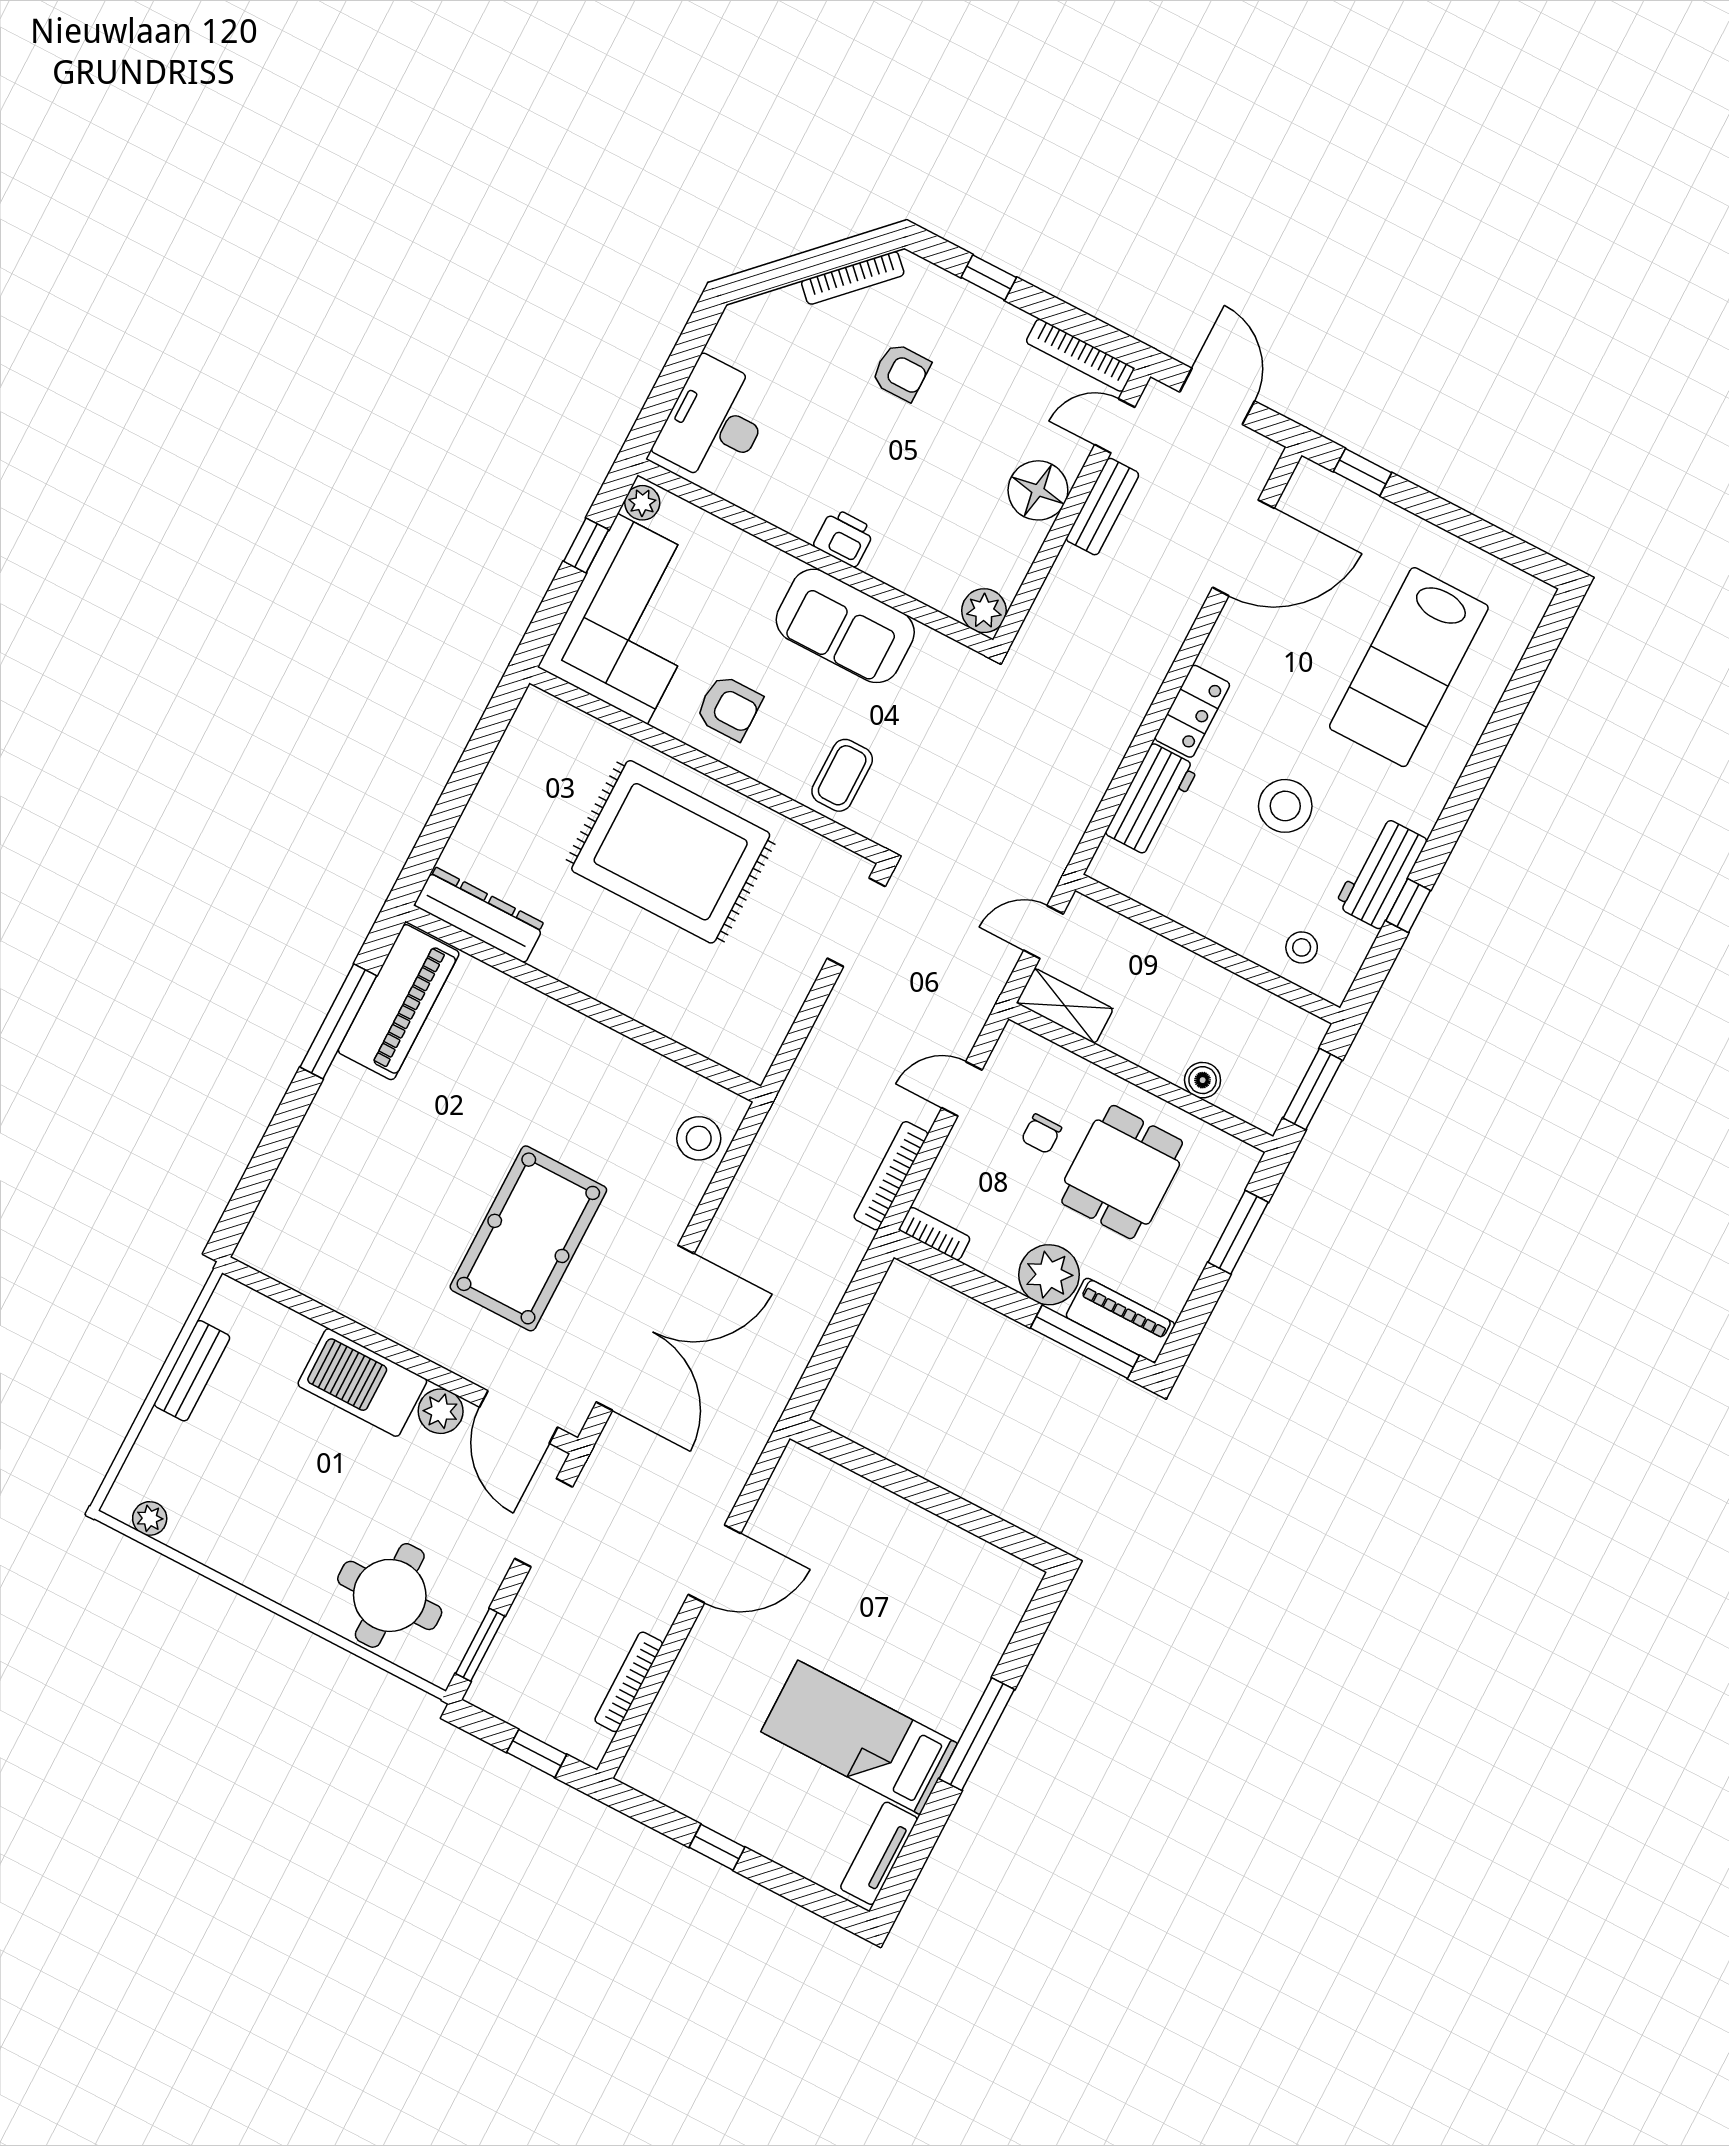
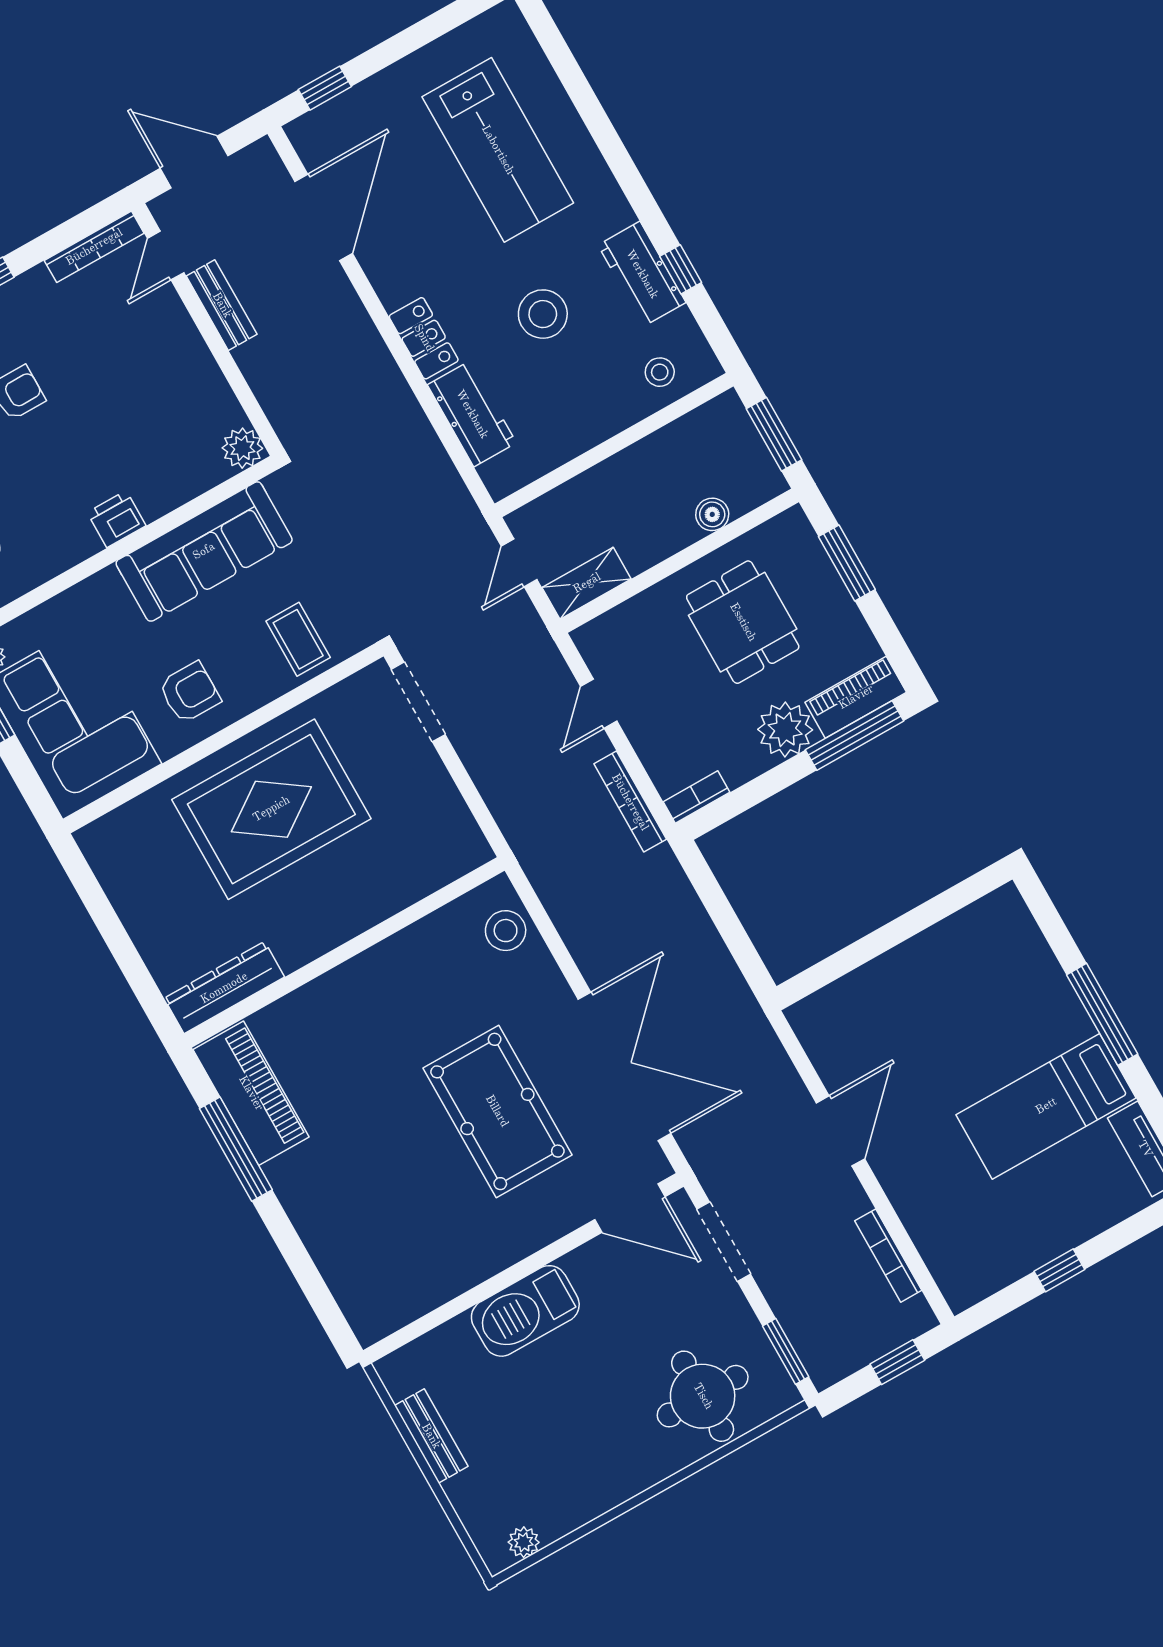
floor lamp: (1038, 490) -> (177, 347), removed
sofa: (845, 626) -> (204, 551), width x1.36
chair: (1041, 1134) -> (673, 665), removed
plant: (441, 1411) -> (586, 1265), removed

